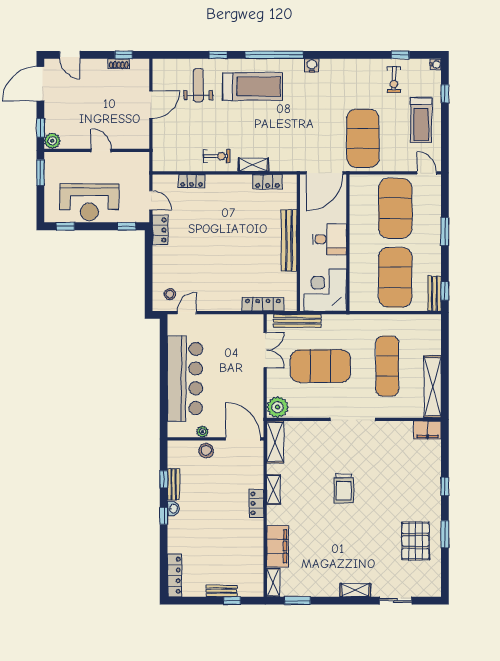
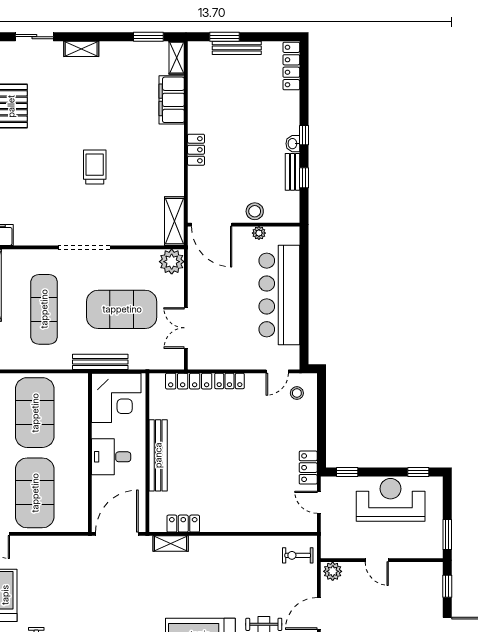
exercise mat: (363, 138) -> (72, 574), removed
plant: (52, 141) -> (333, 571), moved
exercise bike: (217, 156) -> (298, 555), moved
shelving: (253, 165) -> (171, 544), moved
locker: (192, 181) -> (229, 381), moved, turned 180
bench: (297, 321) -> (100, 362), moved
shelving: (273, 490) -> (176, 166), removed
bench: (222, 591) -> (237, 48), width x1.36
window: (232, 601) -> (224, 37), width x1.50

